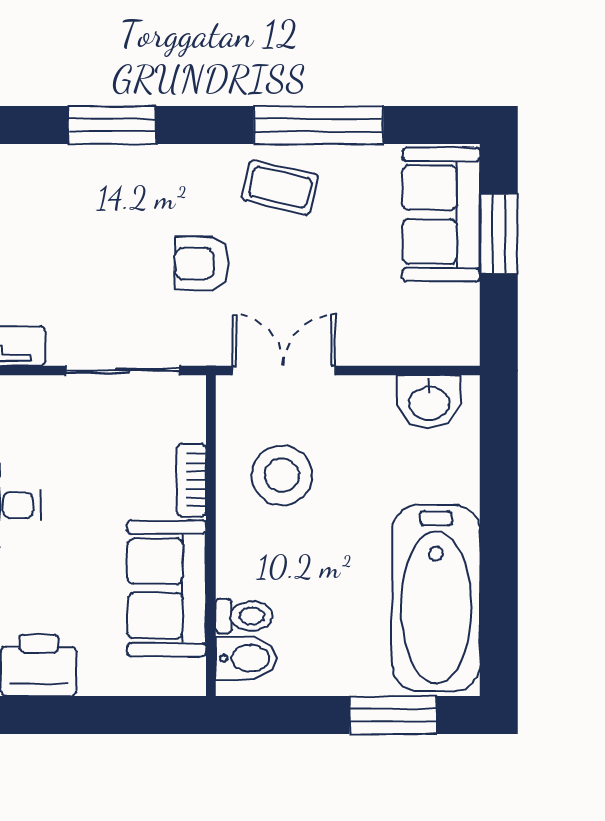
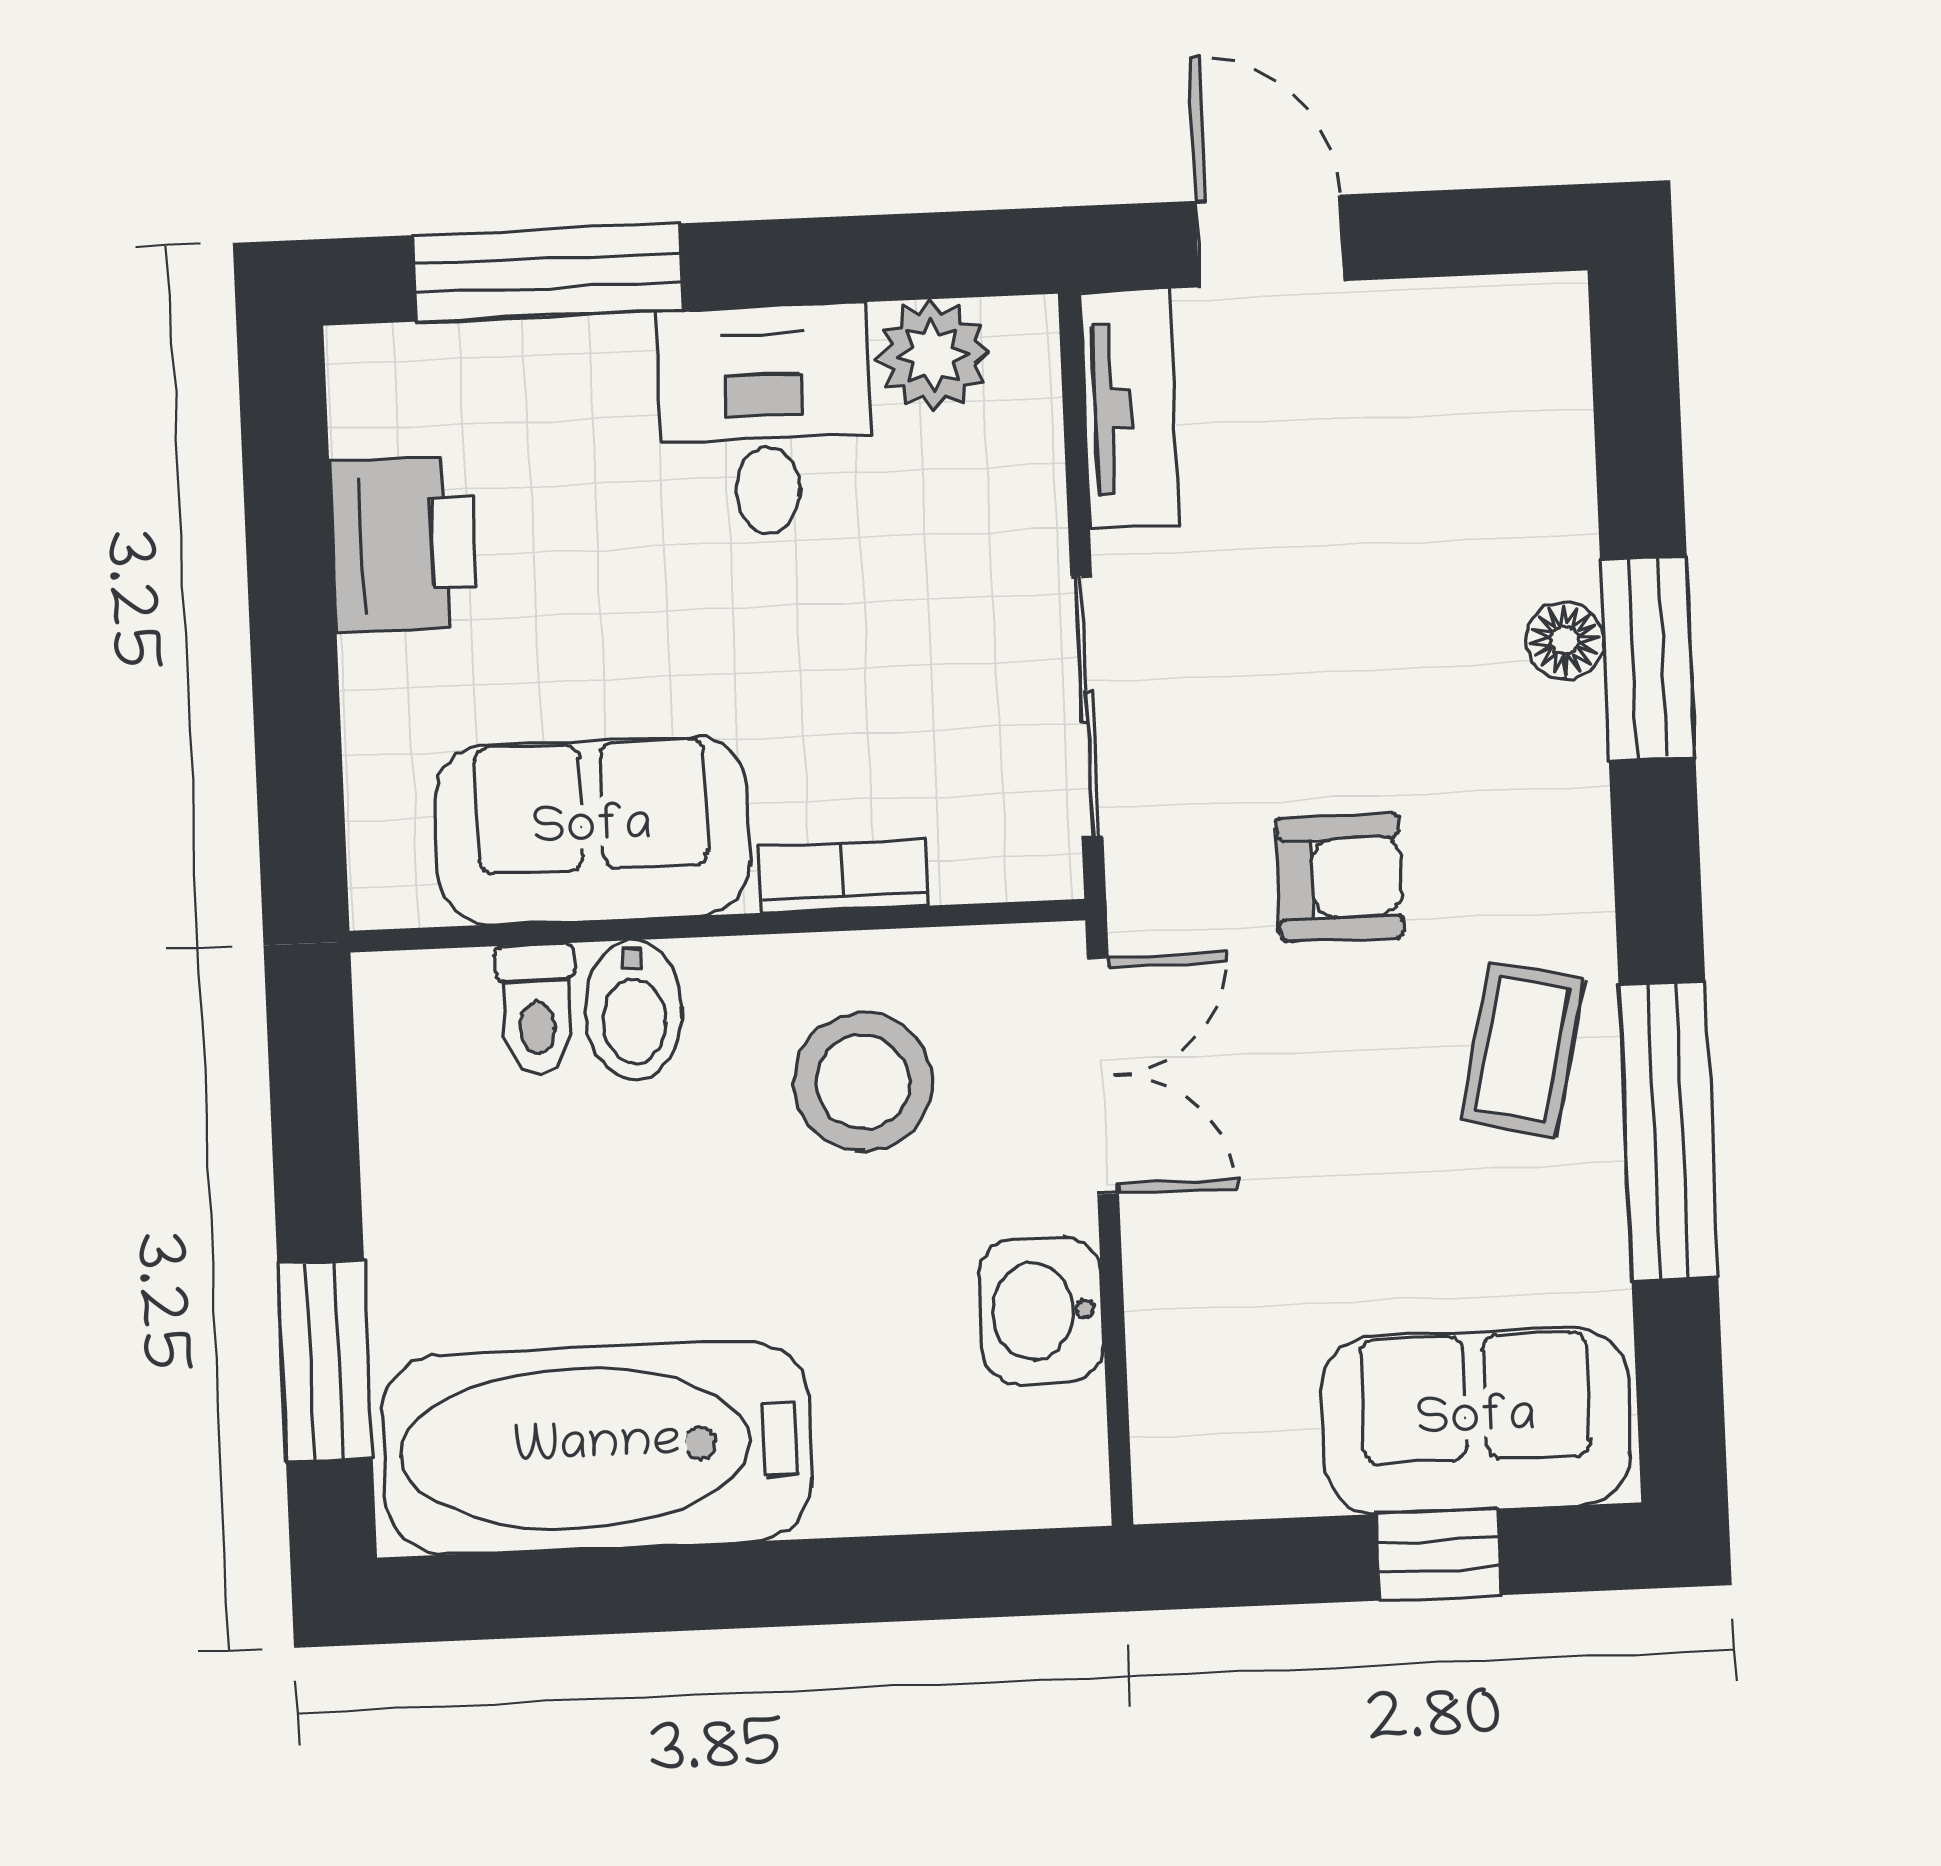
floor lamp: (103, 161) -> (1565, 640), added
window: (499, 233) -> (1438, 1555), width x0.67
armchair: (202, 264) -> (1340, 878), turned 90
washbasin: (429, 402) -> (1041, 1310), moved
bidet: (246, 658) -> (634, 1010), moved

